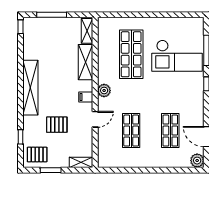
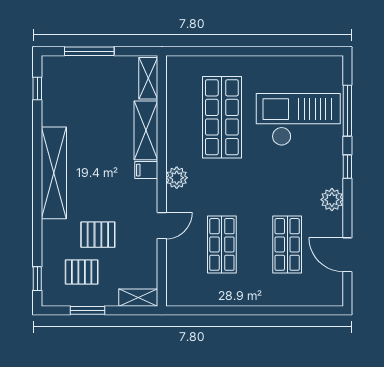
window: (20, 27) -> (37, 88), moved
checkout: (177, 56) -> (298, 120), turned 180
filing cabinet: (86, 97) -> (146, 170), moved
window: (20, 137) -> (37, 279), moved
pallet: (37, 154) -> (82, 272), moved
plant: (197, 161) -> (332, 200), moved

